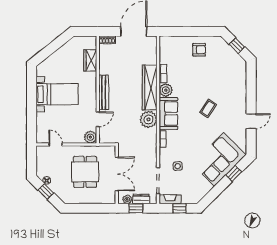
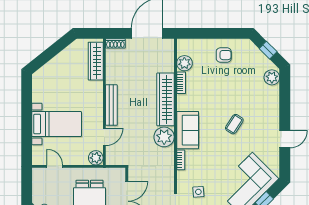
wardrobe: (90, 60) -> (96, 61), width x1.50
plant: (240, 69) -> (272, 77), added
plant: (166, 90) -> (184, 63), moved
bed with nightstands: (57, 94) -> (57, 124), moved

